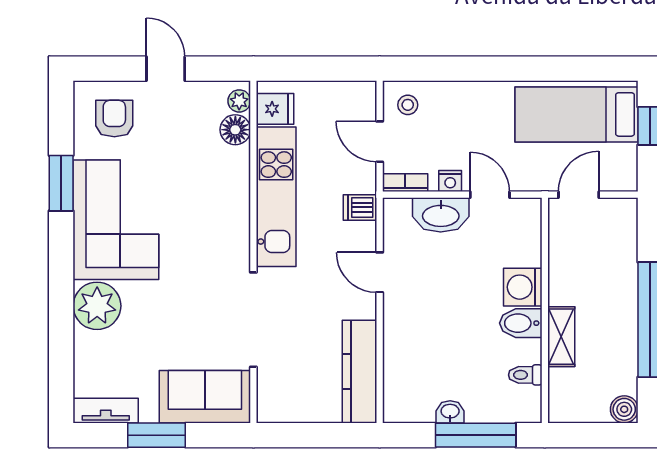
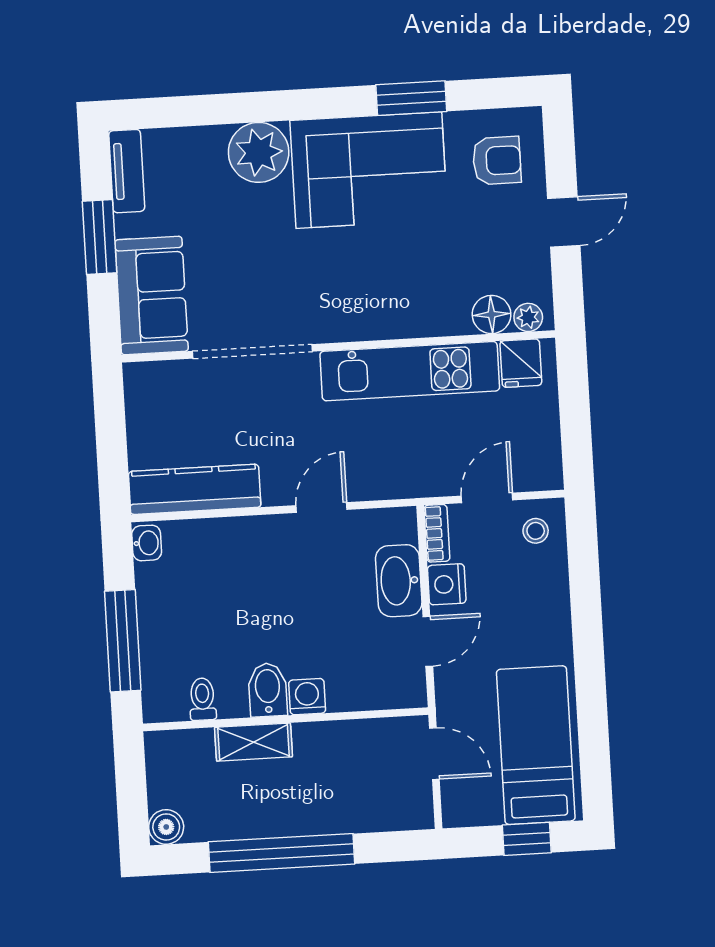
nightstand: (450, 181) -> (447, 584), width x1.39, depth x1.35
dishwasher: (360, 207) -> (402, 478), removed
washing machine: (523, 287) -> (307, 697), width x0.73, depth x0.73
washbasin: (450, 412) -> (147, 543), moved

